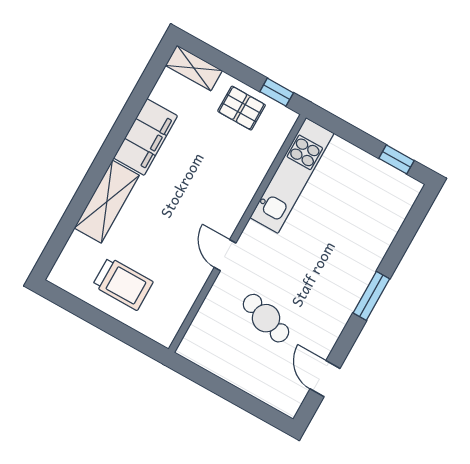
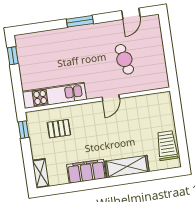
pallet: (242, 108) -> (59, 129), moved, turned 90
trolley: (123, 284) -> (167, 146), moved
cafe table: (266, 318) -> (124, 59), turned -31

